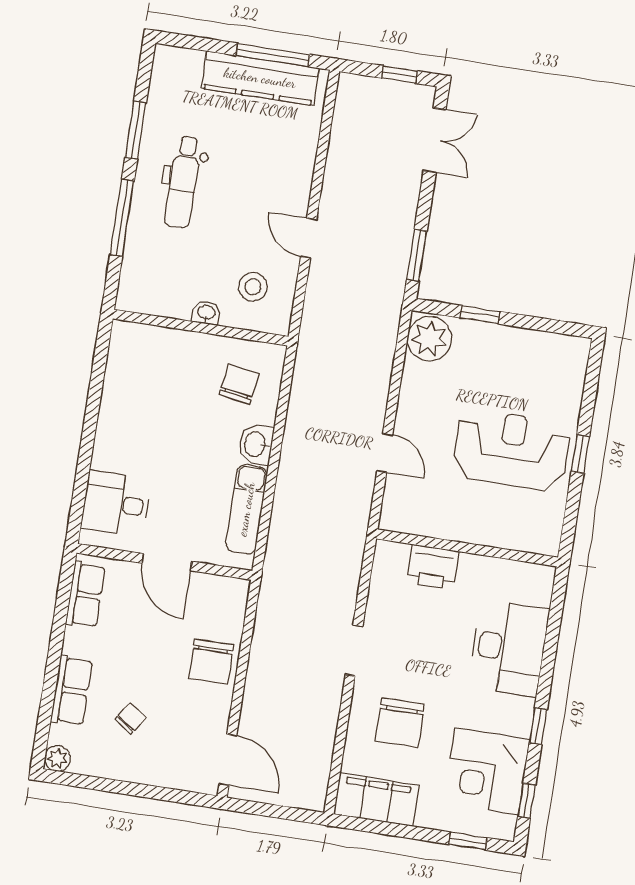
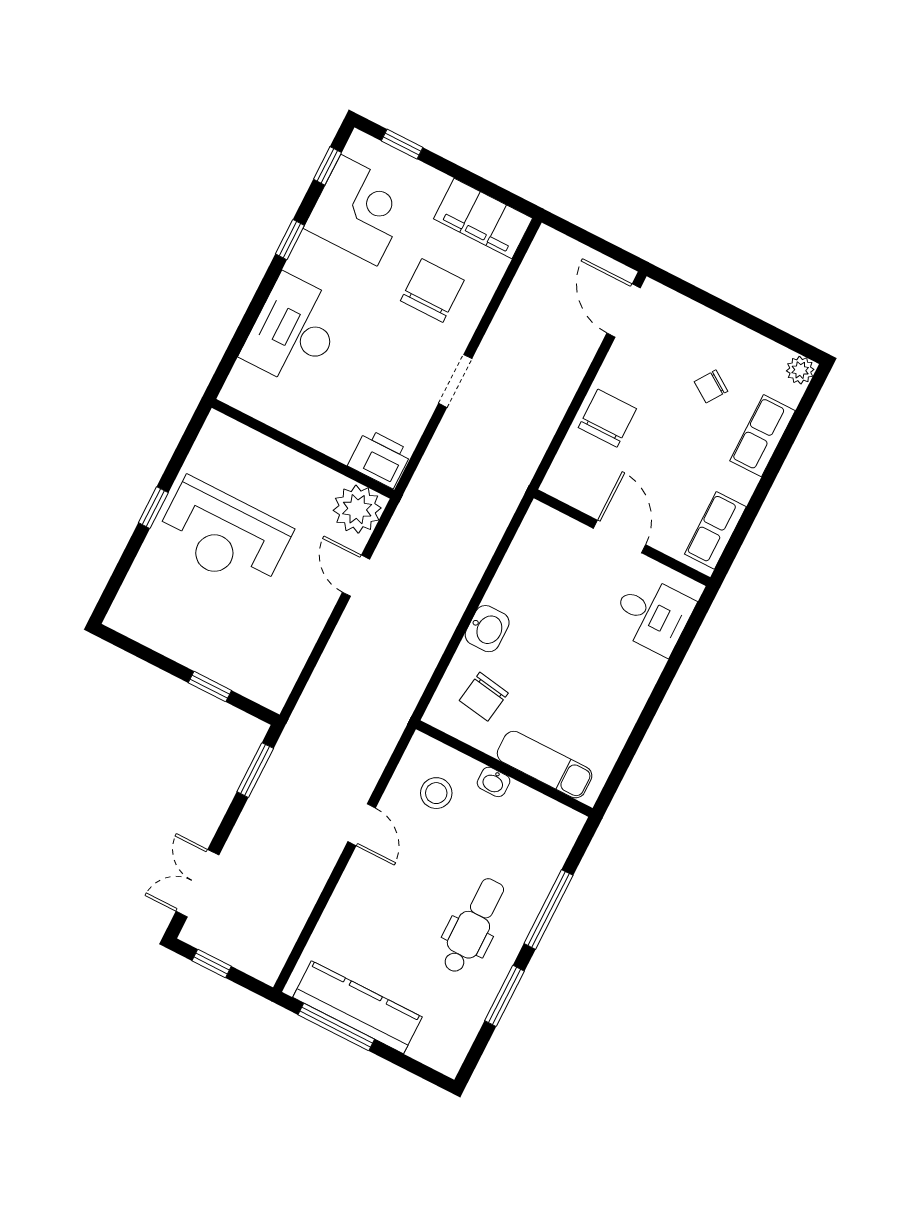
plant: (429, 339) -> (357, 509), moved
exam couch: (246, 509) -> (545, 765), moved, turned -90
printer: (433, 567) -> (380, 458), moved

